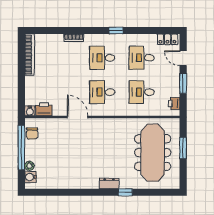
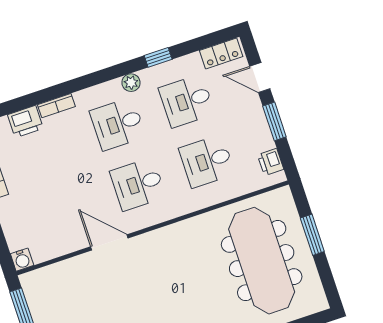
window: (116, 31) -> (158, 57), moved
plant: (116, 39) -> (131, 83), added
printer: (44, 109) -> (25, 122), moved, turned 180
chair: (32, 133) -> (39, 298), removed

